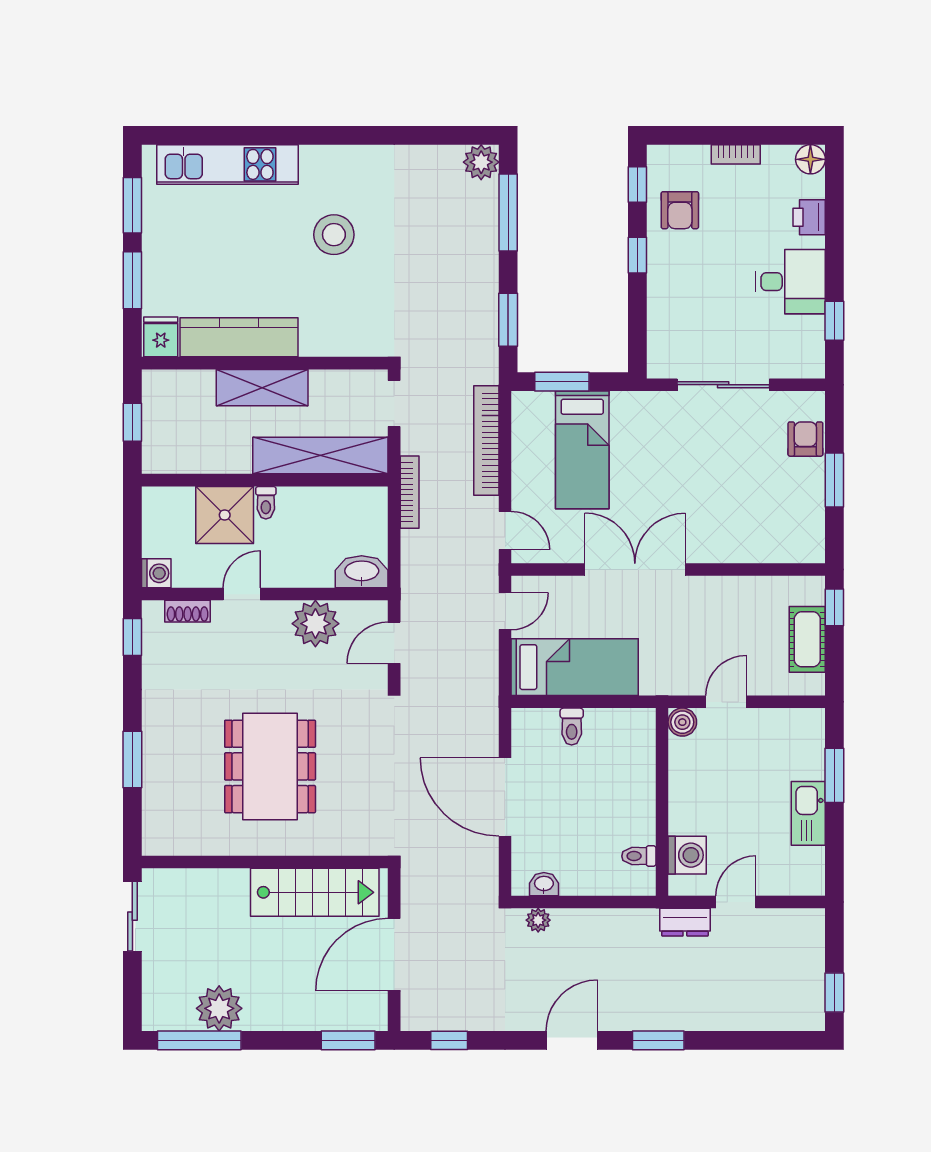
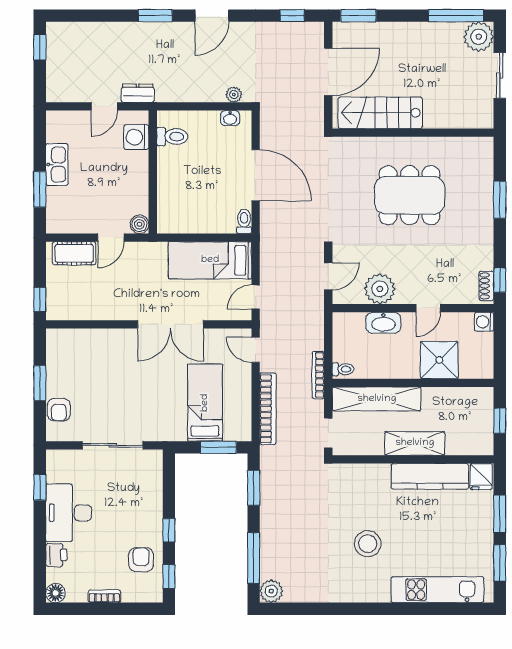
desk: (790, 282) -> (69, 513), width x1.37
toilet: (266, 503) -> (343, 369), moved, turned 90
washbasin: (362, 572) -> (383, 323), moved
shoe rack: (188, 611) -> (486, 286), moved, turned -90
cot: (807, 639) -> (74, 253), moved, turned 90
toilet: (572, 727) -> (244, 221), moved
dining table: (270, 766) -> (410, 195), turned 90
toilet: (639, 856) -> (172, 137), width x1.37, depth x1.39
sliding door: (132, 916) -> (500, 75), moved
plant: (219, 1008) -> (479, 37), moved

